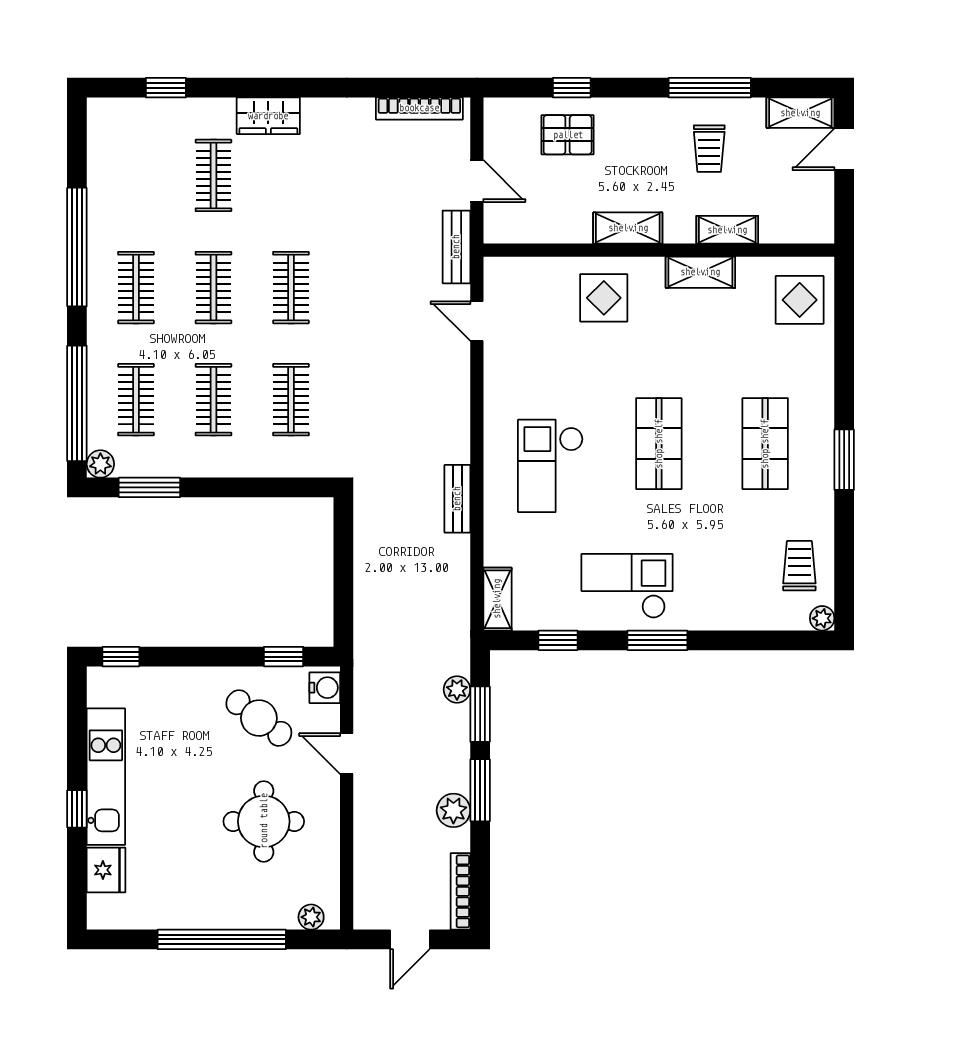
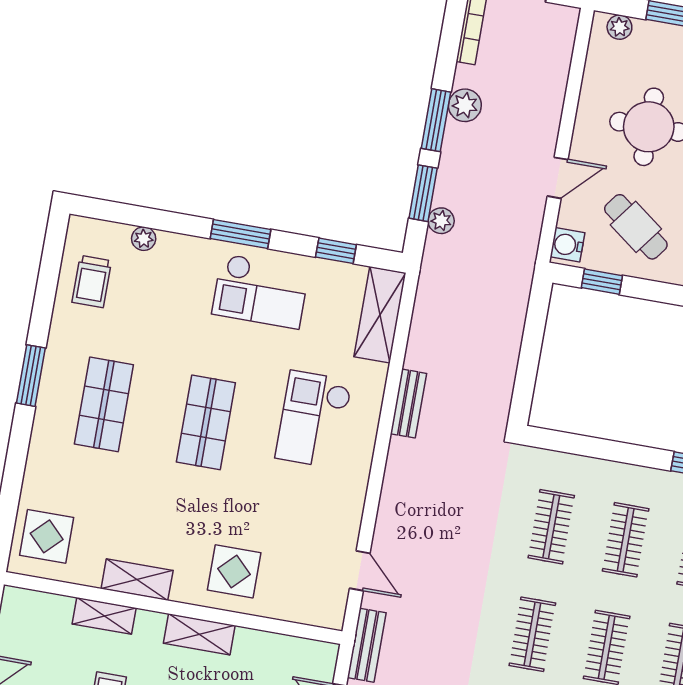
checkout: (550, 466) -> (314, 419), turned 180
shelving: (497, 599) -> (380, 315), width x1.50, depth x1.33
plant: (822, 618) -> (144, 239), moved
door: (347, 754) -> (558, 178), hinge flipped

